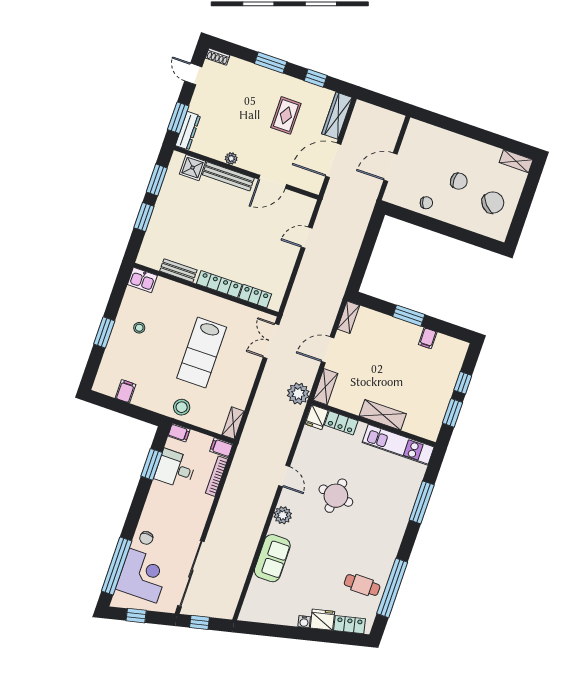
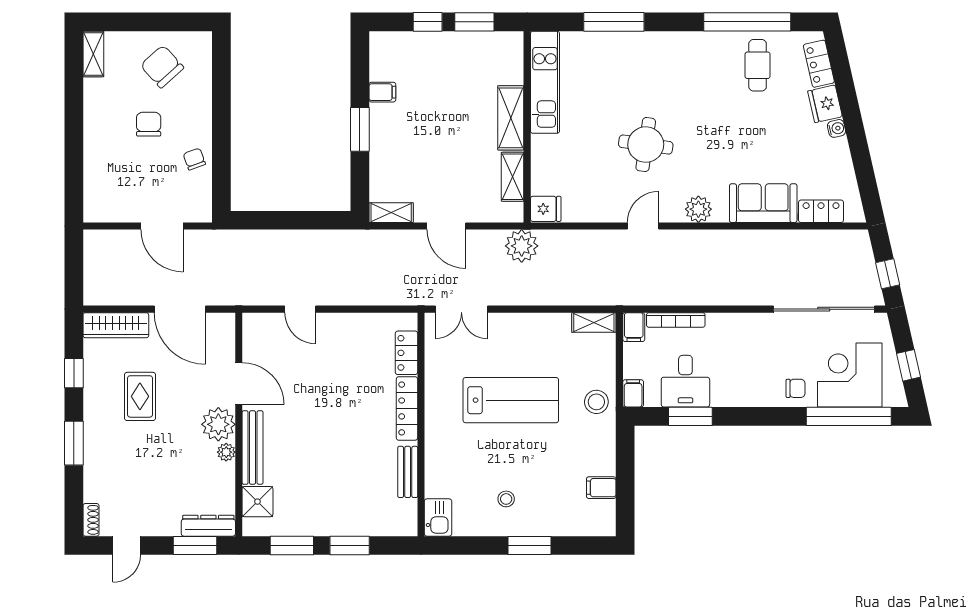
rug: (286, 115) -> (140, 396), turned 90
plant: (251, 160) -> (218, 424), added
shelving: (325, 387) -> (513, 177), moved, turned 90
locker: (341, 423) -> (821, 211), moved, turned -90

